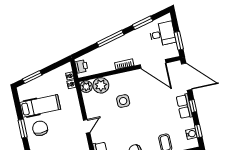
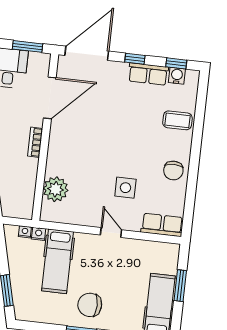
printer: (81, 66) -> (16, 209), removed
plant: (86, 87) -> (50, 212), removed
side table: (123, 101) -> (125, 188), moved
hospital bed: (40, 106) -> (58, 261), moved, turned 180
row of seats: (184, 106) -> (148, 74), moved

